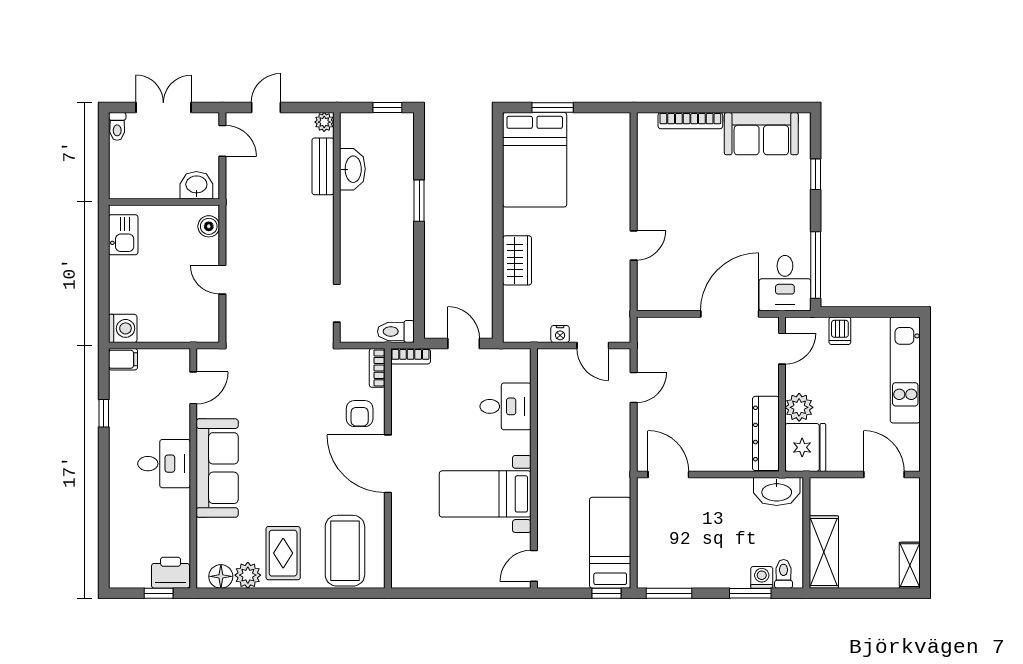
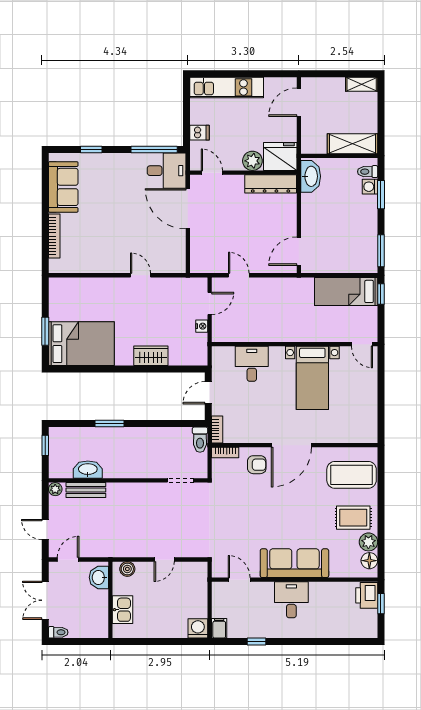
kitchen sink: (123, 235) -> (123, 610), moved, turned 90

